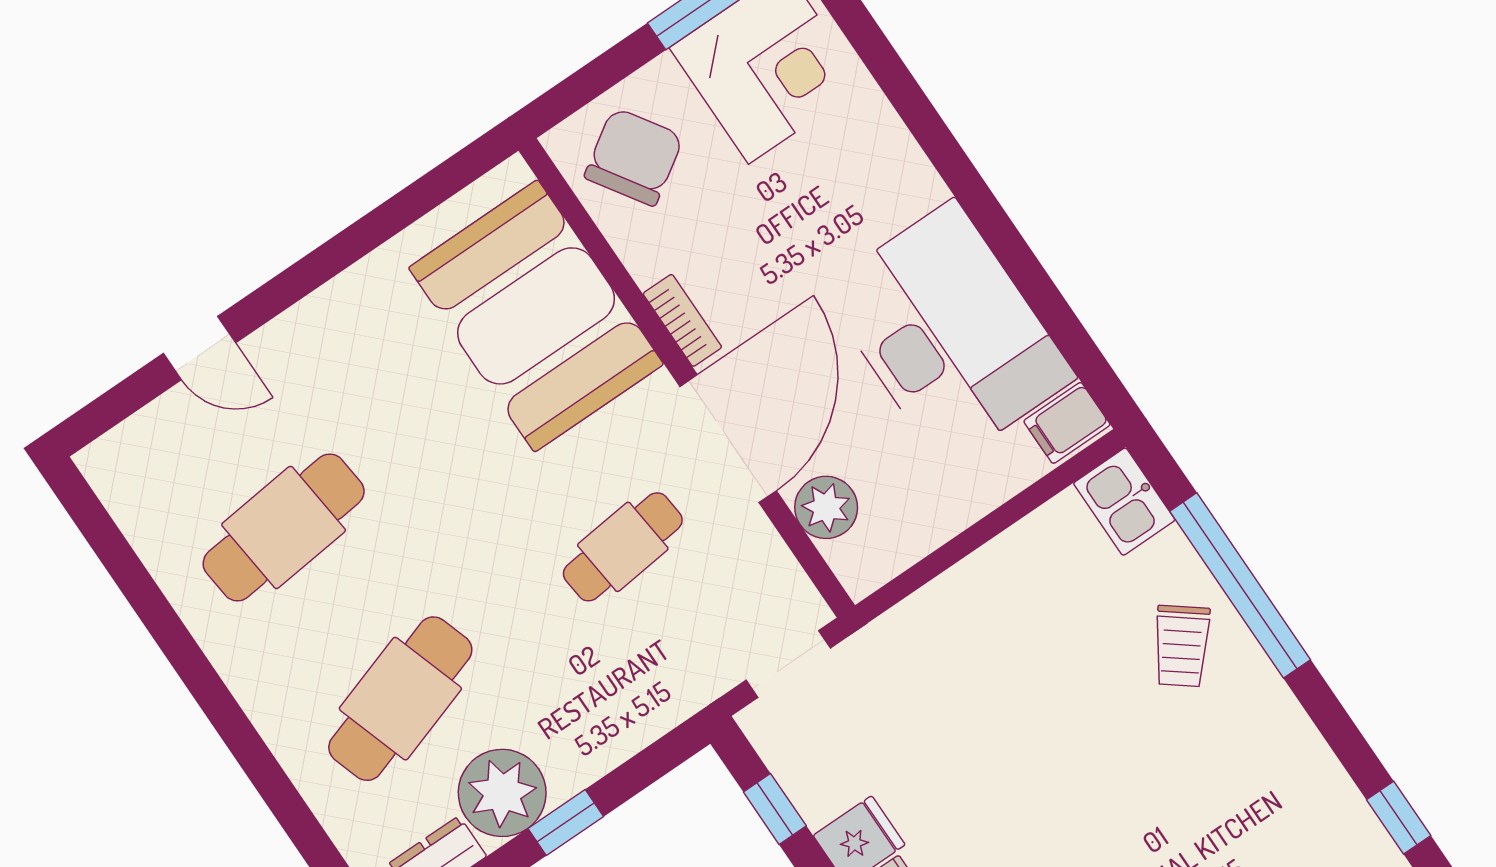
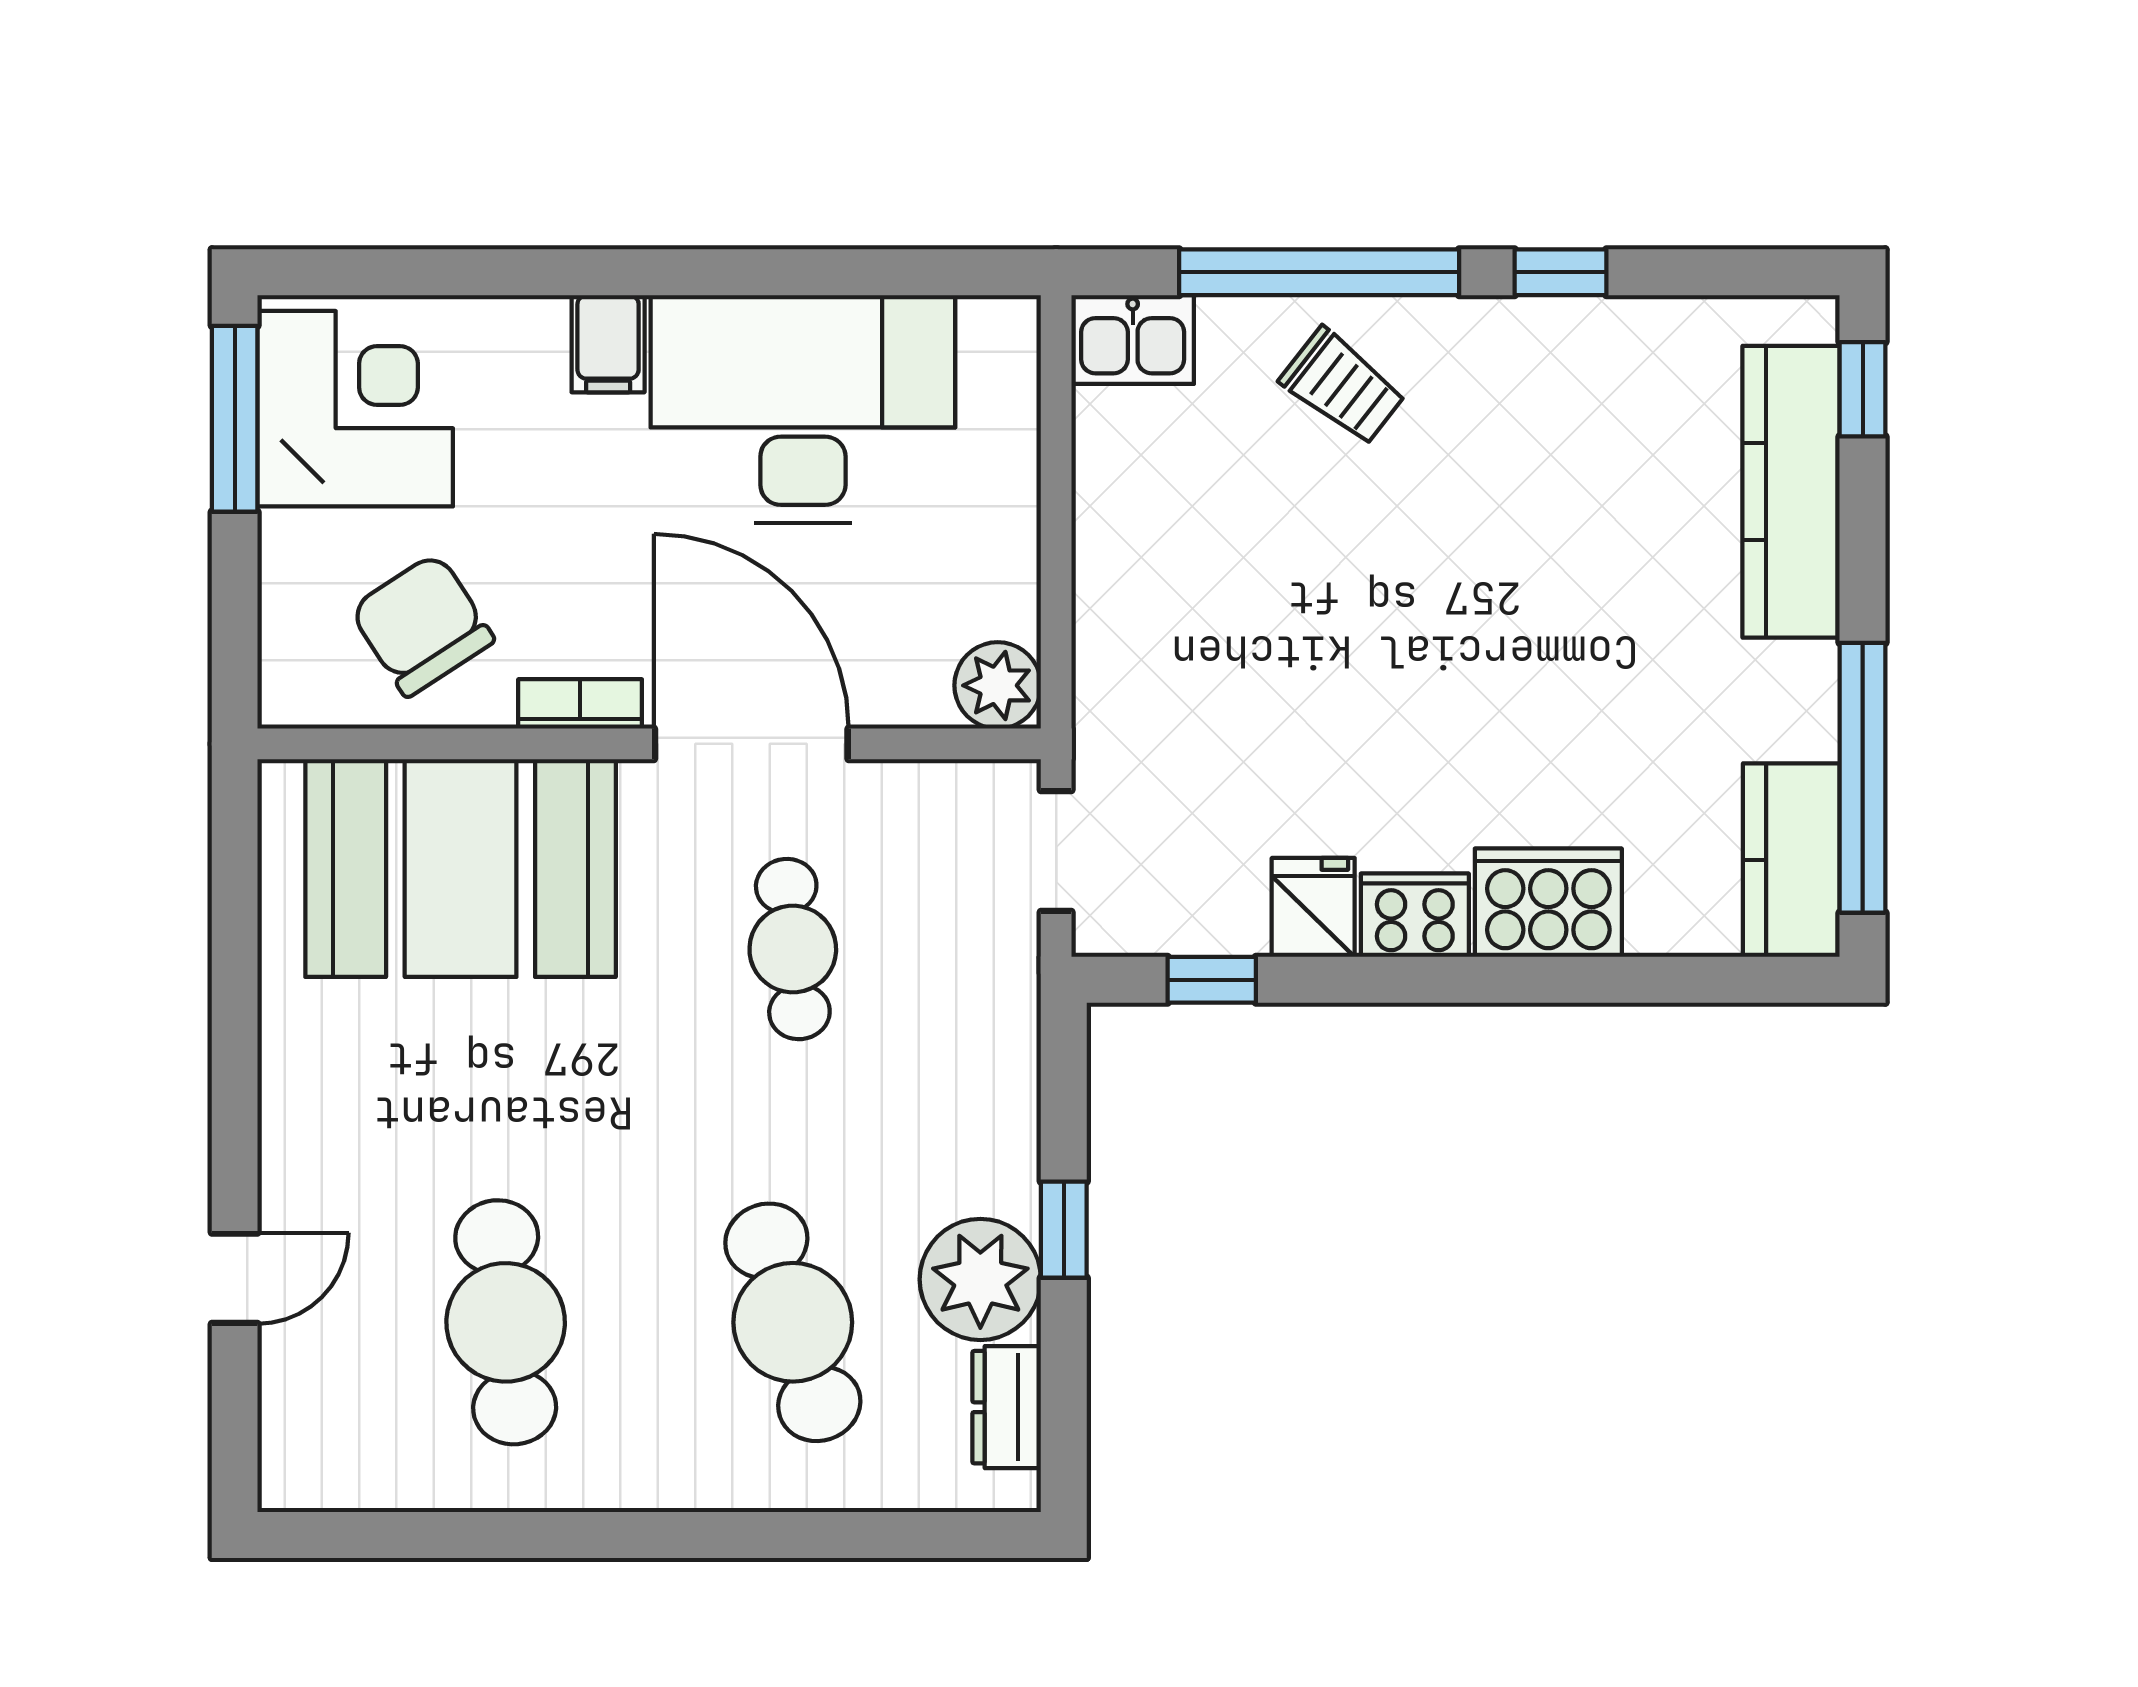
chair: (634, 157) -> (422, 625), moved
filing cabinet: (1067, 423) -> (608, 344), moved
plant: (826, 507) -> (998, 685), moved
window: (1399, 818) -> (1560, 272), moved

